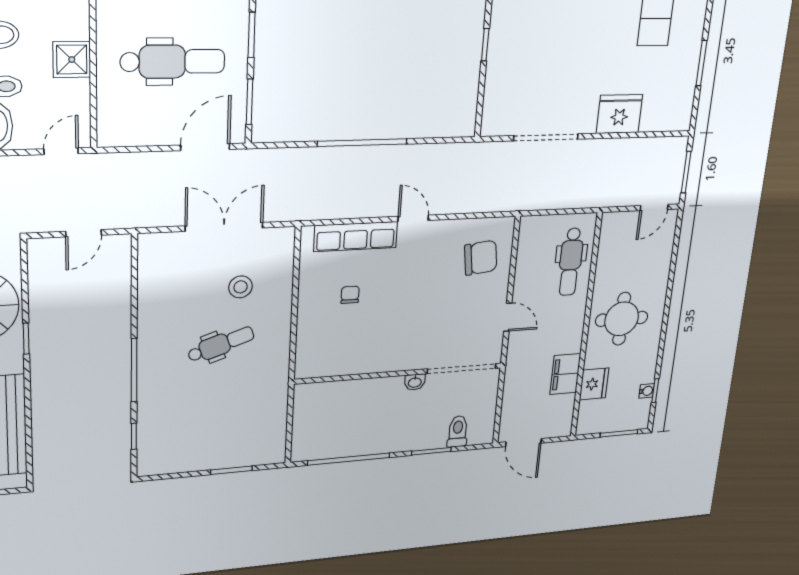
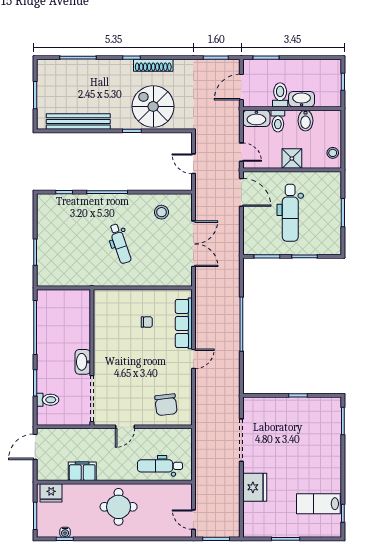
door: (205, 147) -> (241, 192), moved
stool: (241, 287) -> (162, 212), moved
washbasin: (415, 382) -> (83, 362), width x1.91, depth x1.45
fridge: (594, 384) -> (51, 493), moved

